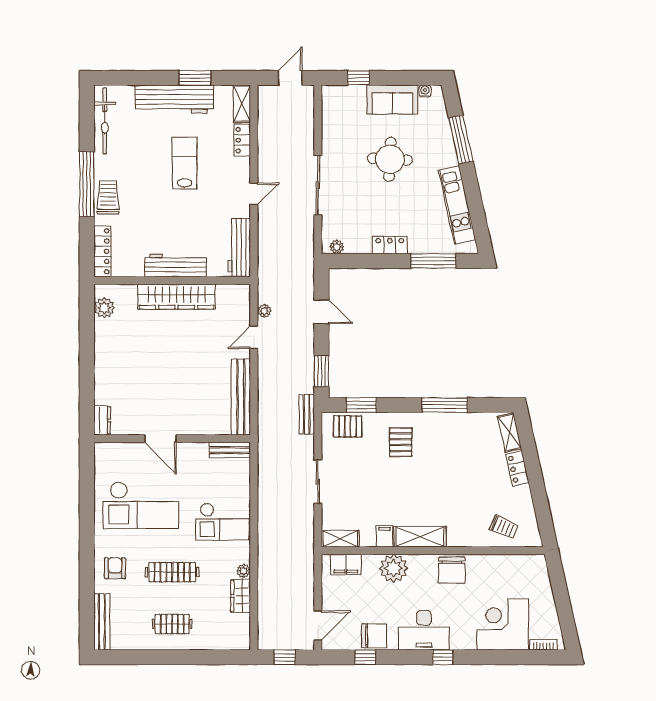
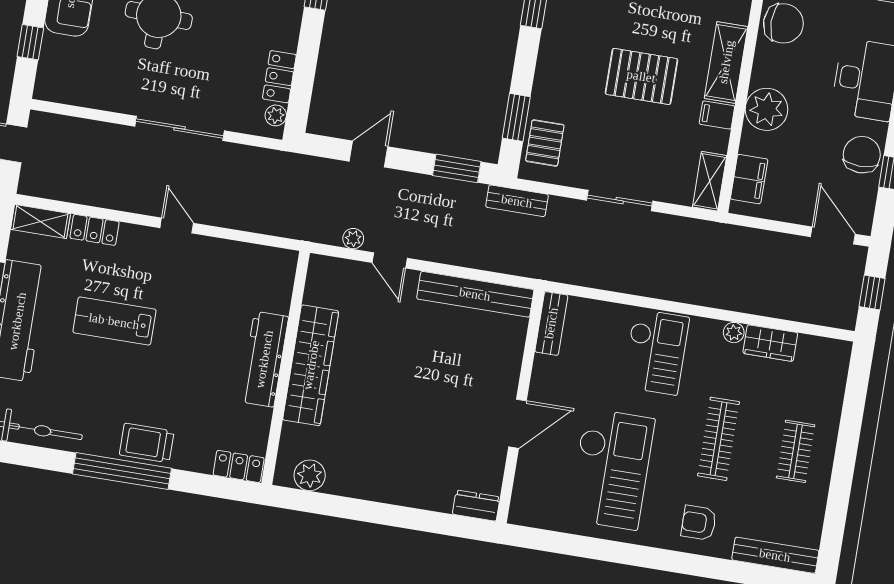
locker: (390, 245) -> (279, 77), moved
workbench: (239, 248) -> (253, 260), removed
locker: (102, 251) -> (239, 466), width x0.66
pallet: (401, 442) -> (641, 76), moved, width x1.50, depth x1.42

